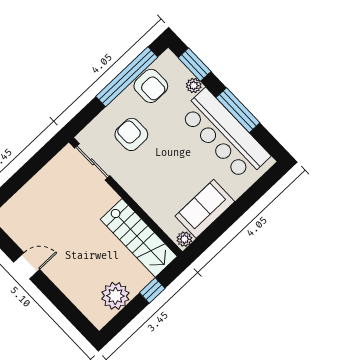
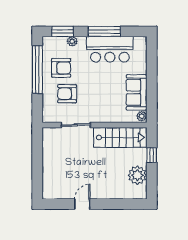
armchair: (151, 86) -> (61, 68), moved
bar counter: (224, 135) -> (110, 49), width x0.73
sliding door: (92, 162) -> (76, 125), moved

